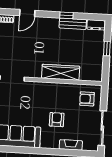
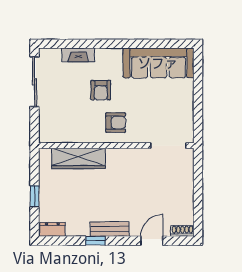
bench: (73, 24) -> (110, 229), moved
wardrobe: (61, 72) -> (78, 158), moved
armchair: (87, 99) -> (116, 123), moved

